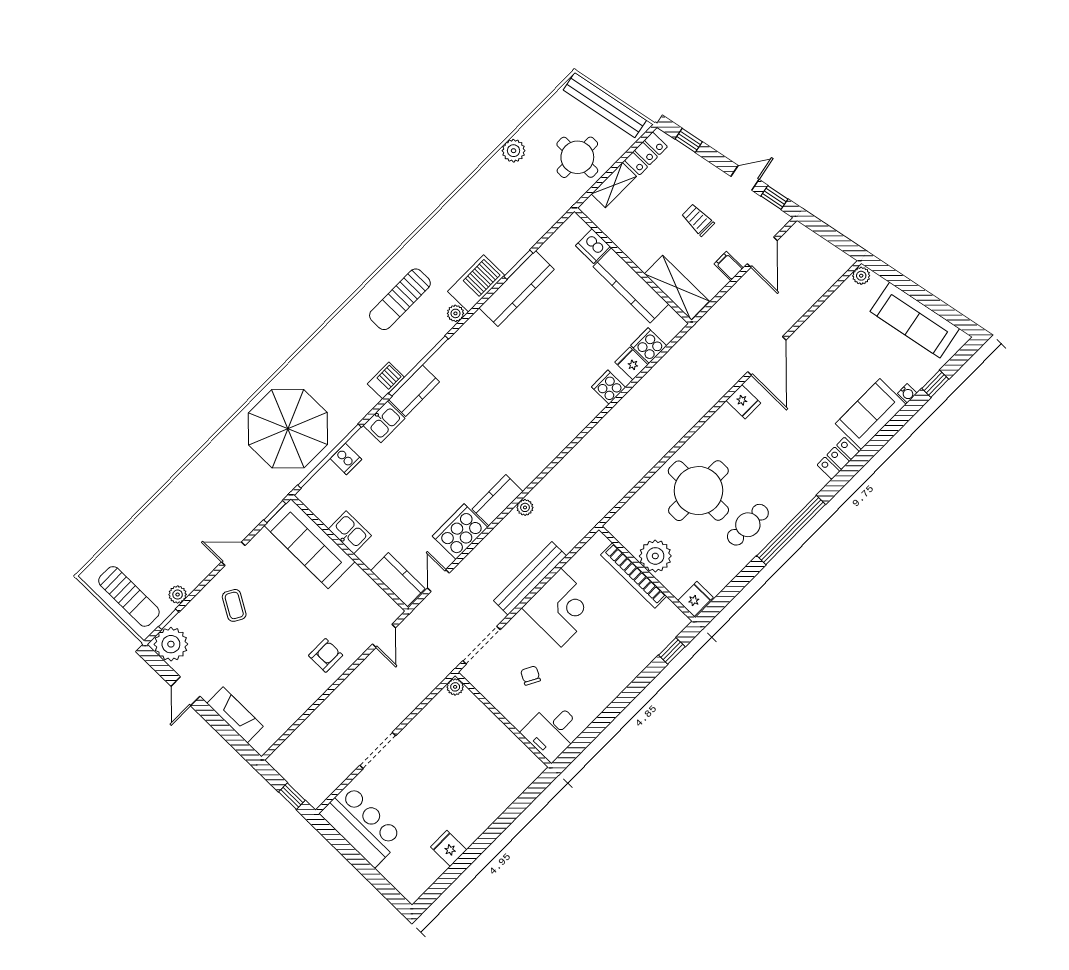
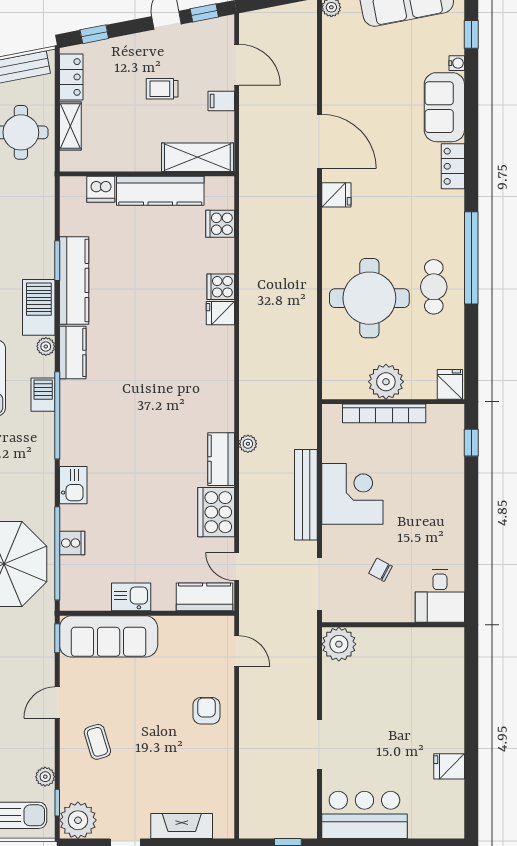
fridge: (631, 363) -> (220, 313), moved
barbecue: (386, 381) -> (43, 395), moved
kitchen counter: (414, 391) -> (73, 352), moved
coffee table: (234, 605) -> (97, 742), turned 43
plant: (455, 687) -> (339, 644), width x1.88, depth x1.88

